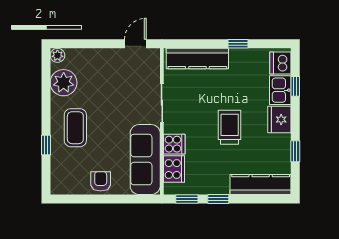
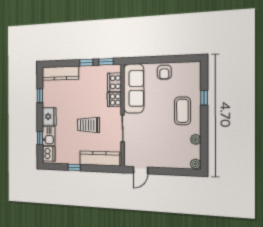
plant: (64, 83) -> (196, 139), width x0.53, depth x0.53
trolley: (230, 127) -> (88, 125), moved, turned 90

